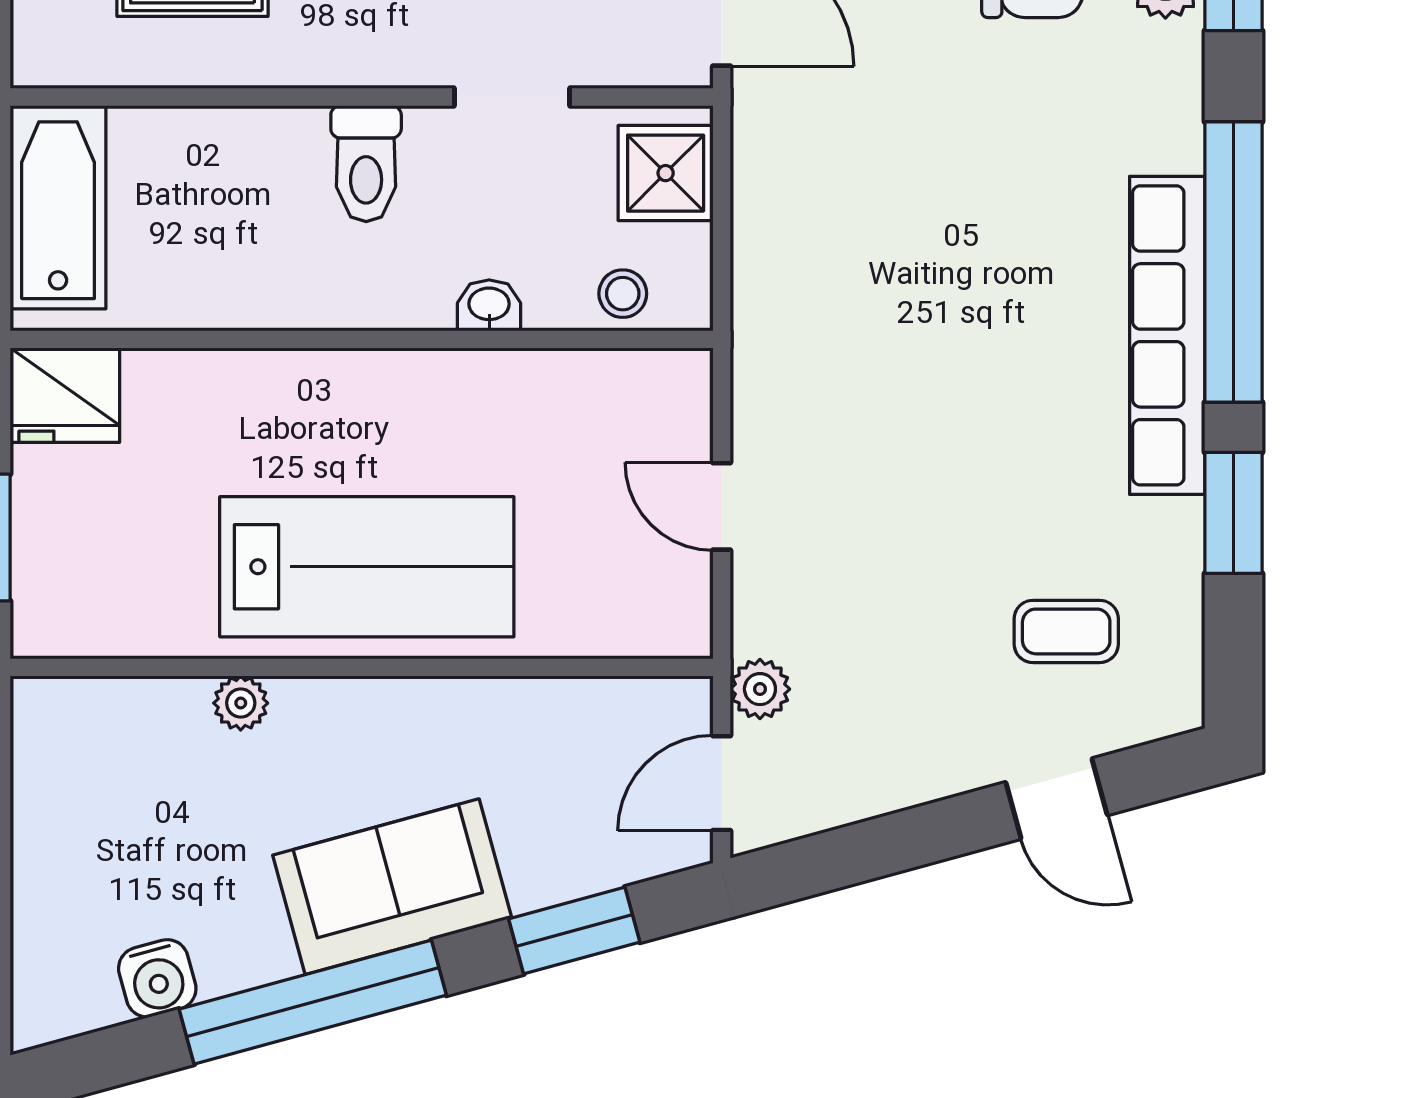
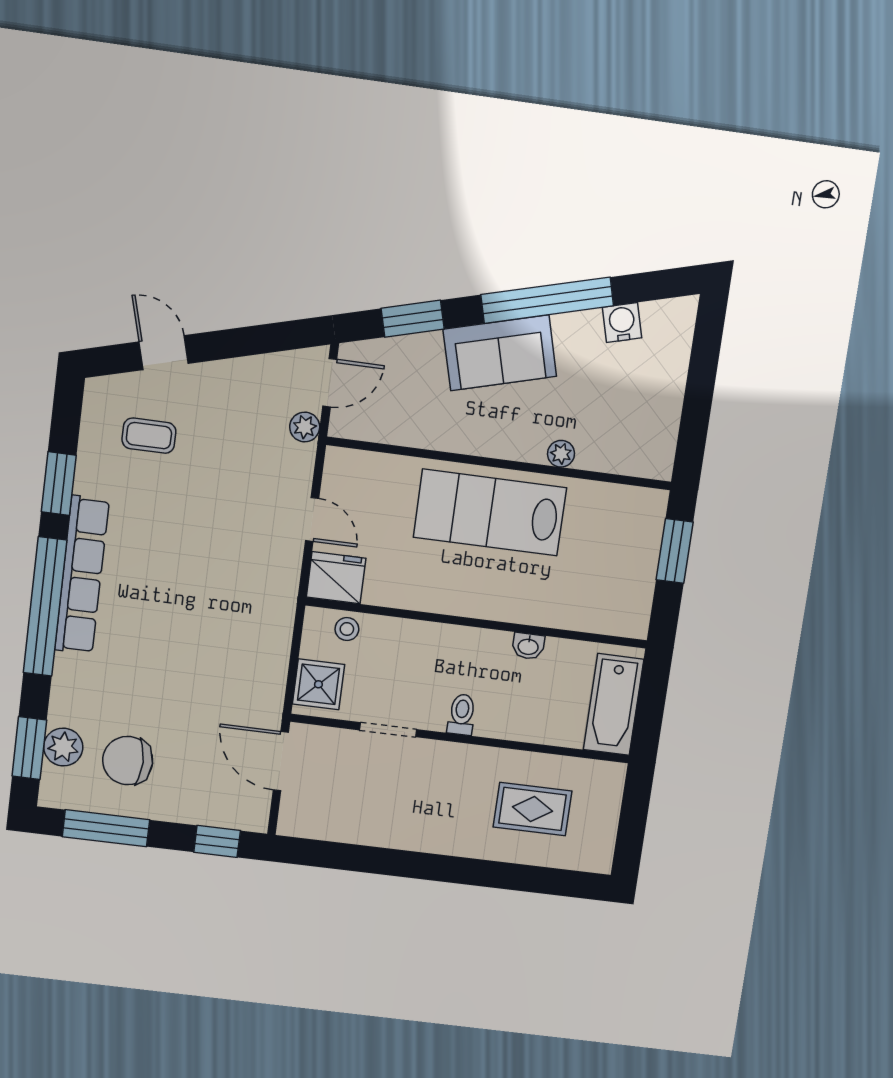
toilet: (366, 164) -> (462, 714), width x0.73, depth x0.72
washbasin: (489, 305) -> (528, 646), moved
fridge: (65, 395) -> (336, 578), moved

